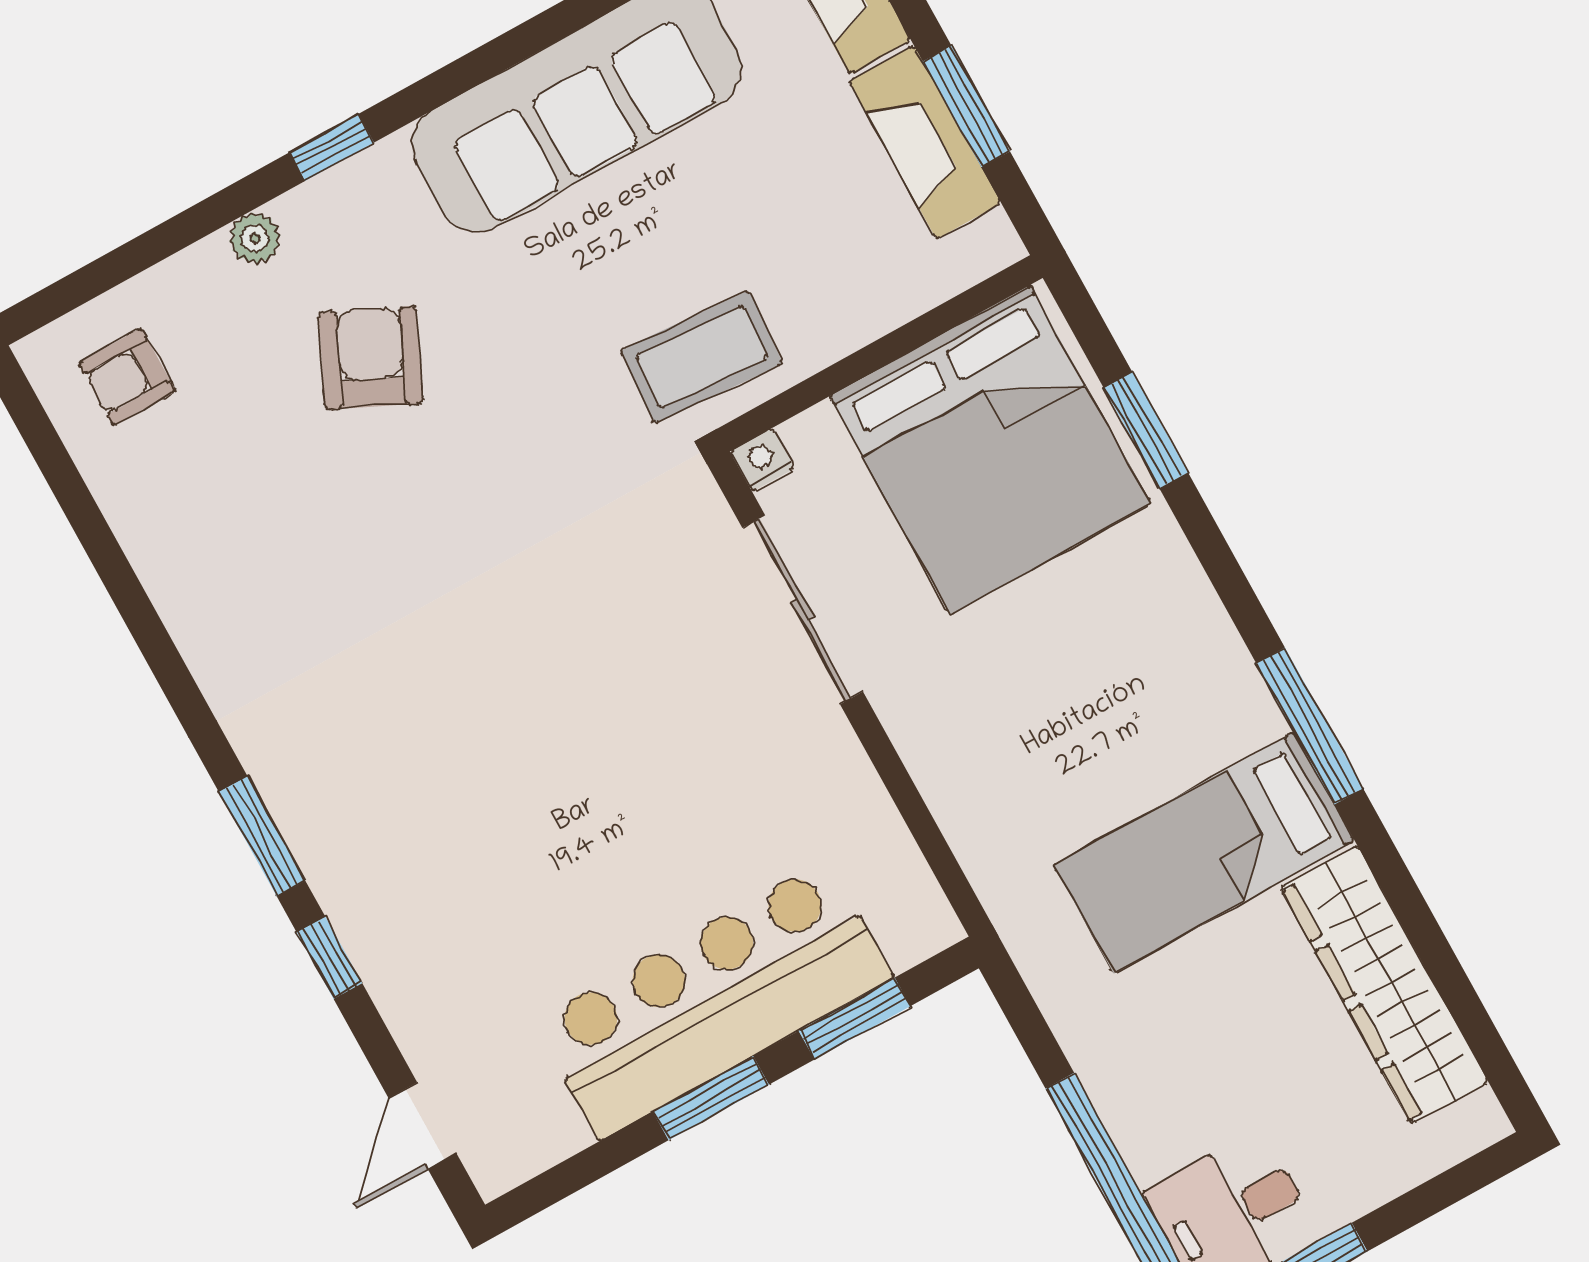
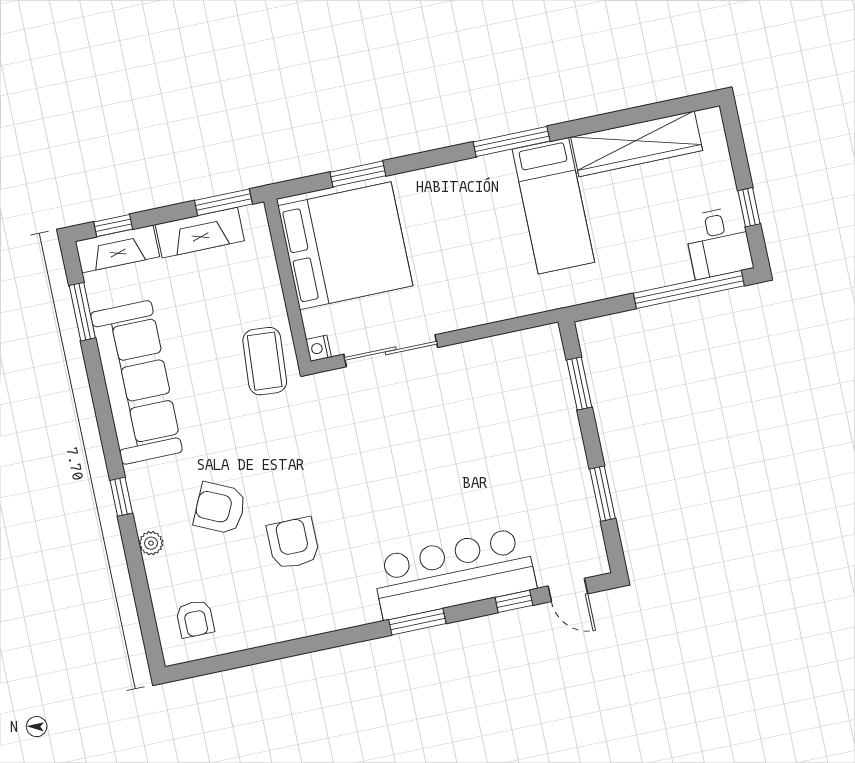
window: (966, 106) -> (223, 202), moved
armchair: (345, 531) -> (293, 543), added
window: (329, 958) -> (514, 601), moved
bar counter: (714, 999) -> (454, 574), moved, turned 90
window: (711, 1098) -> (602, 494), moved

